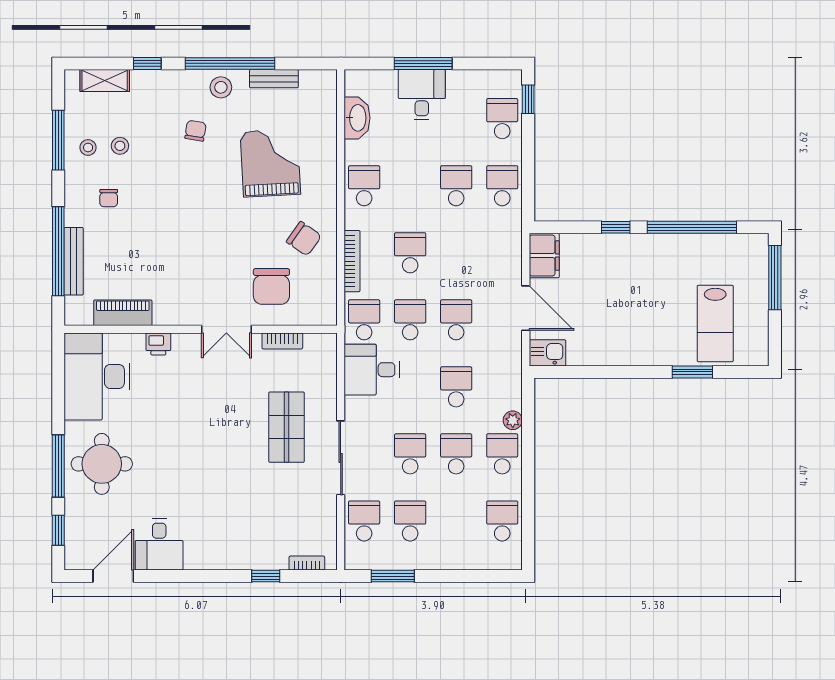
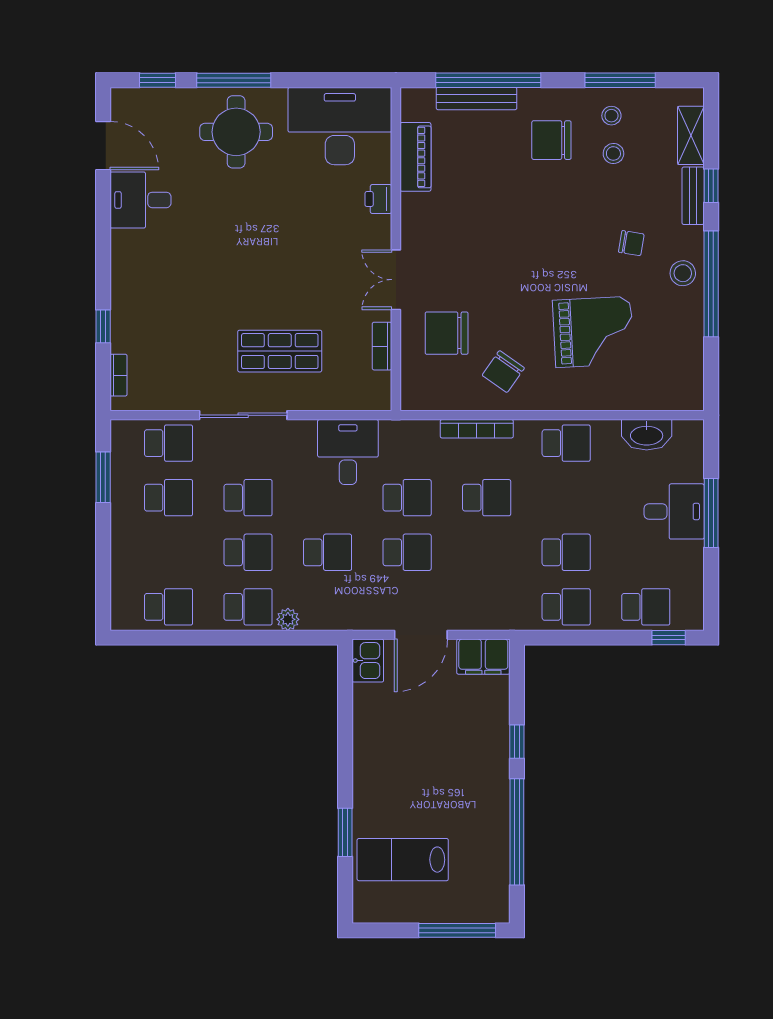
bench: (274, 79) -> (693, 196), moved
chair: (109, 198) -> (551, 140), width x1.87, depth x1.87
school desk: (364, 320) -> (407, 443), removed

